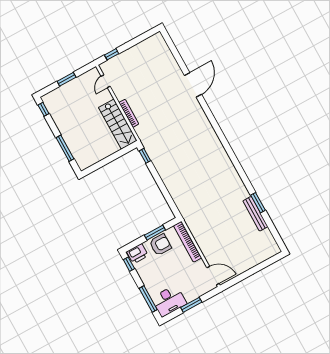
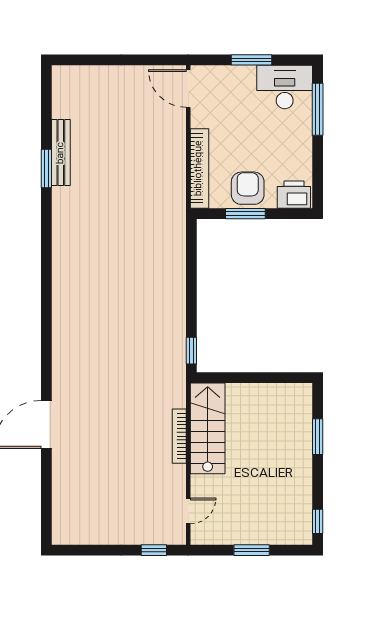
window: (65, 148) -> (318, 437), width x0.69
armchair: (160, 245) -> (248, 188), turned 90
window: (129, 264) -> (318, 185), removed

